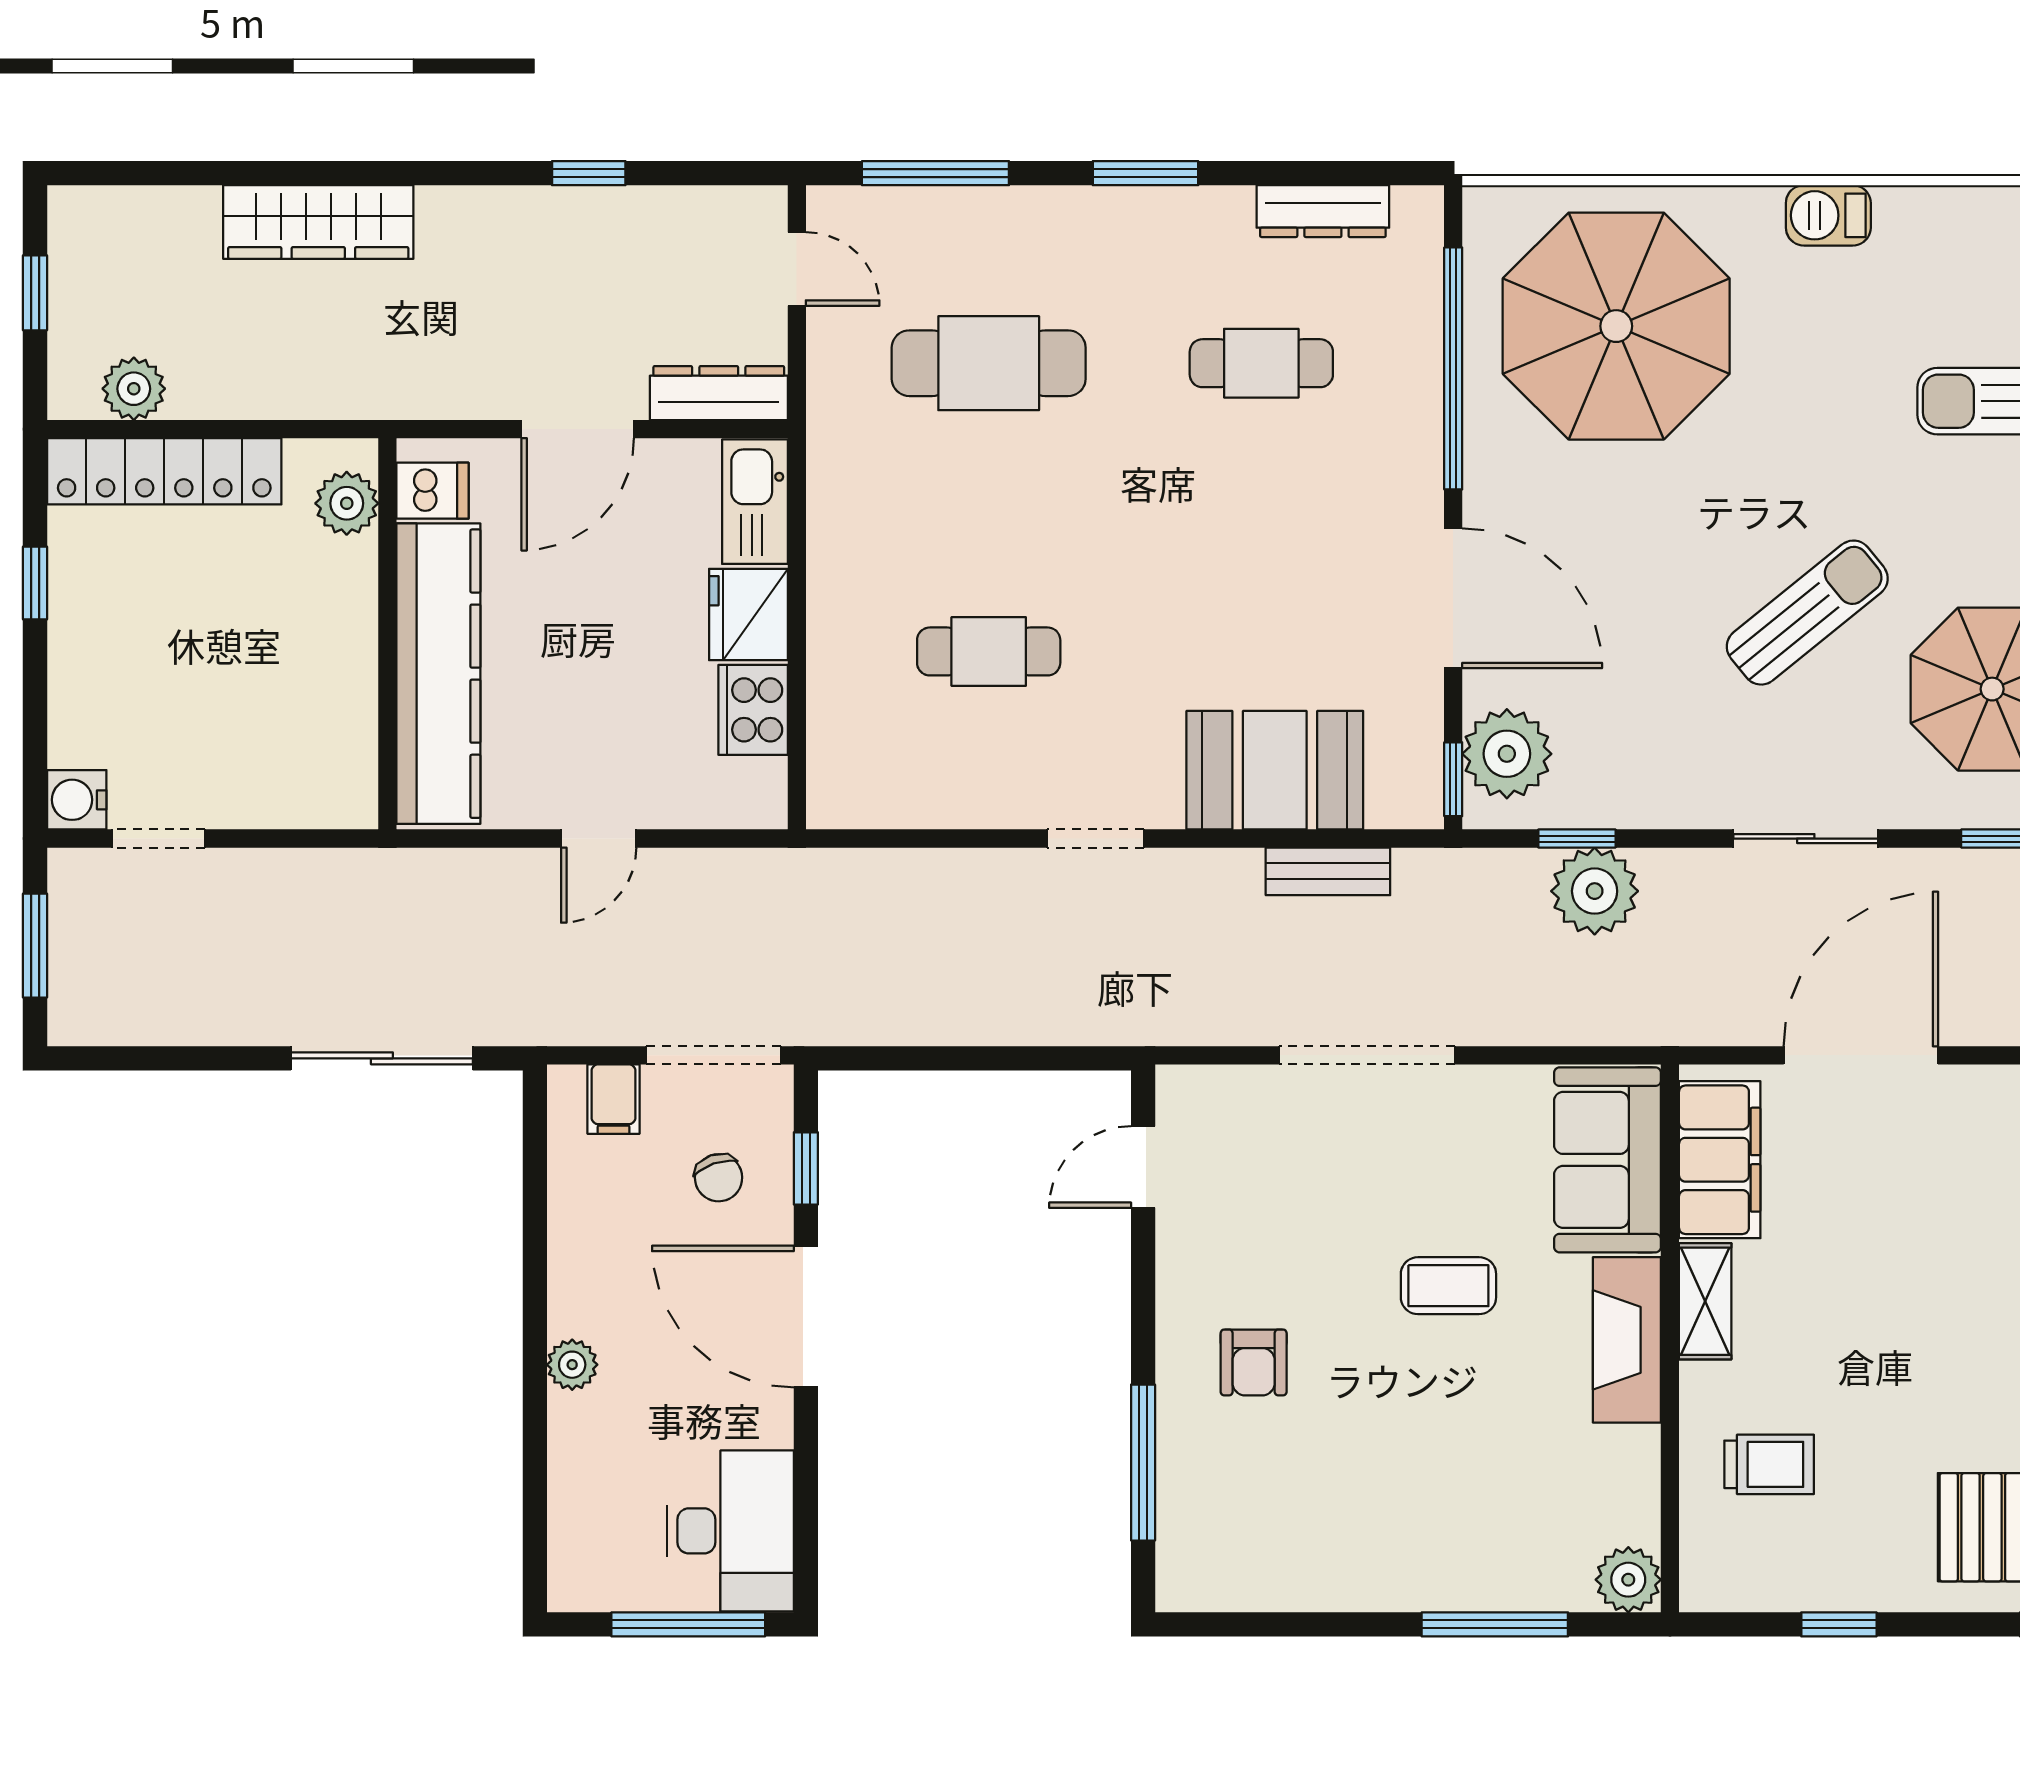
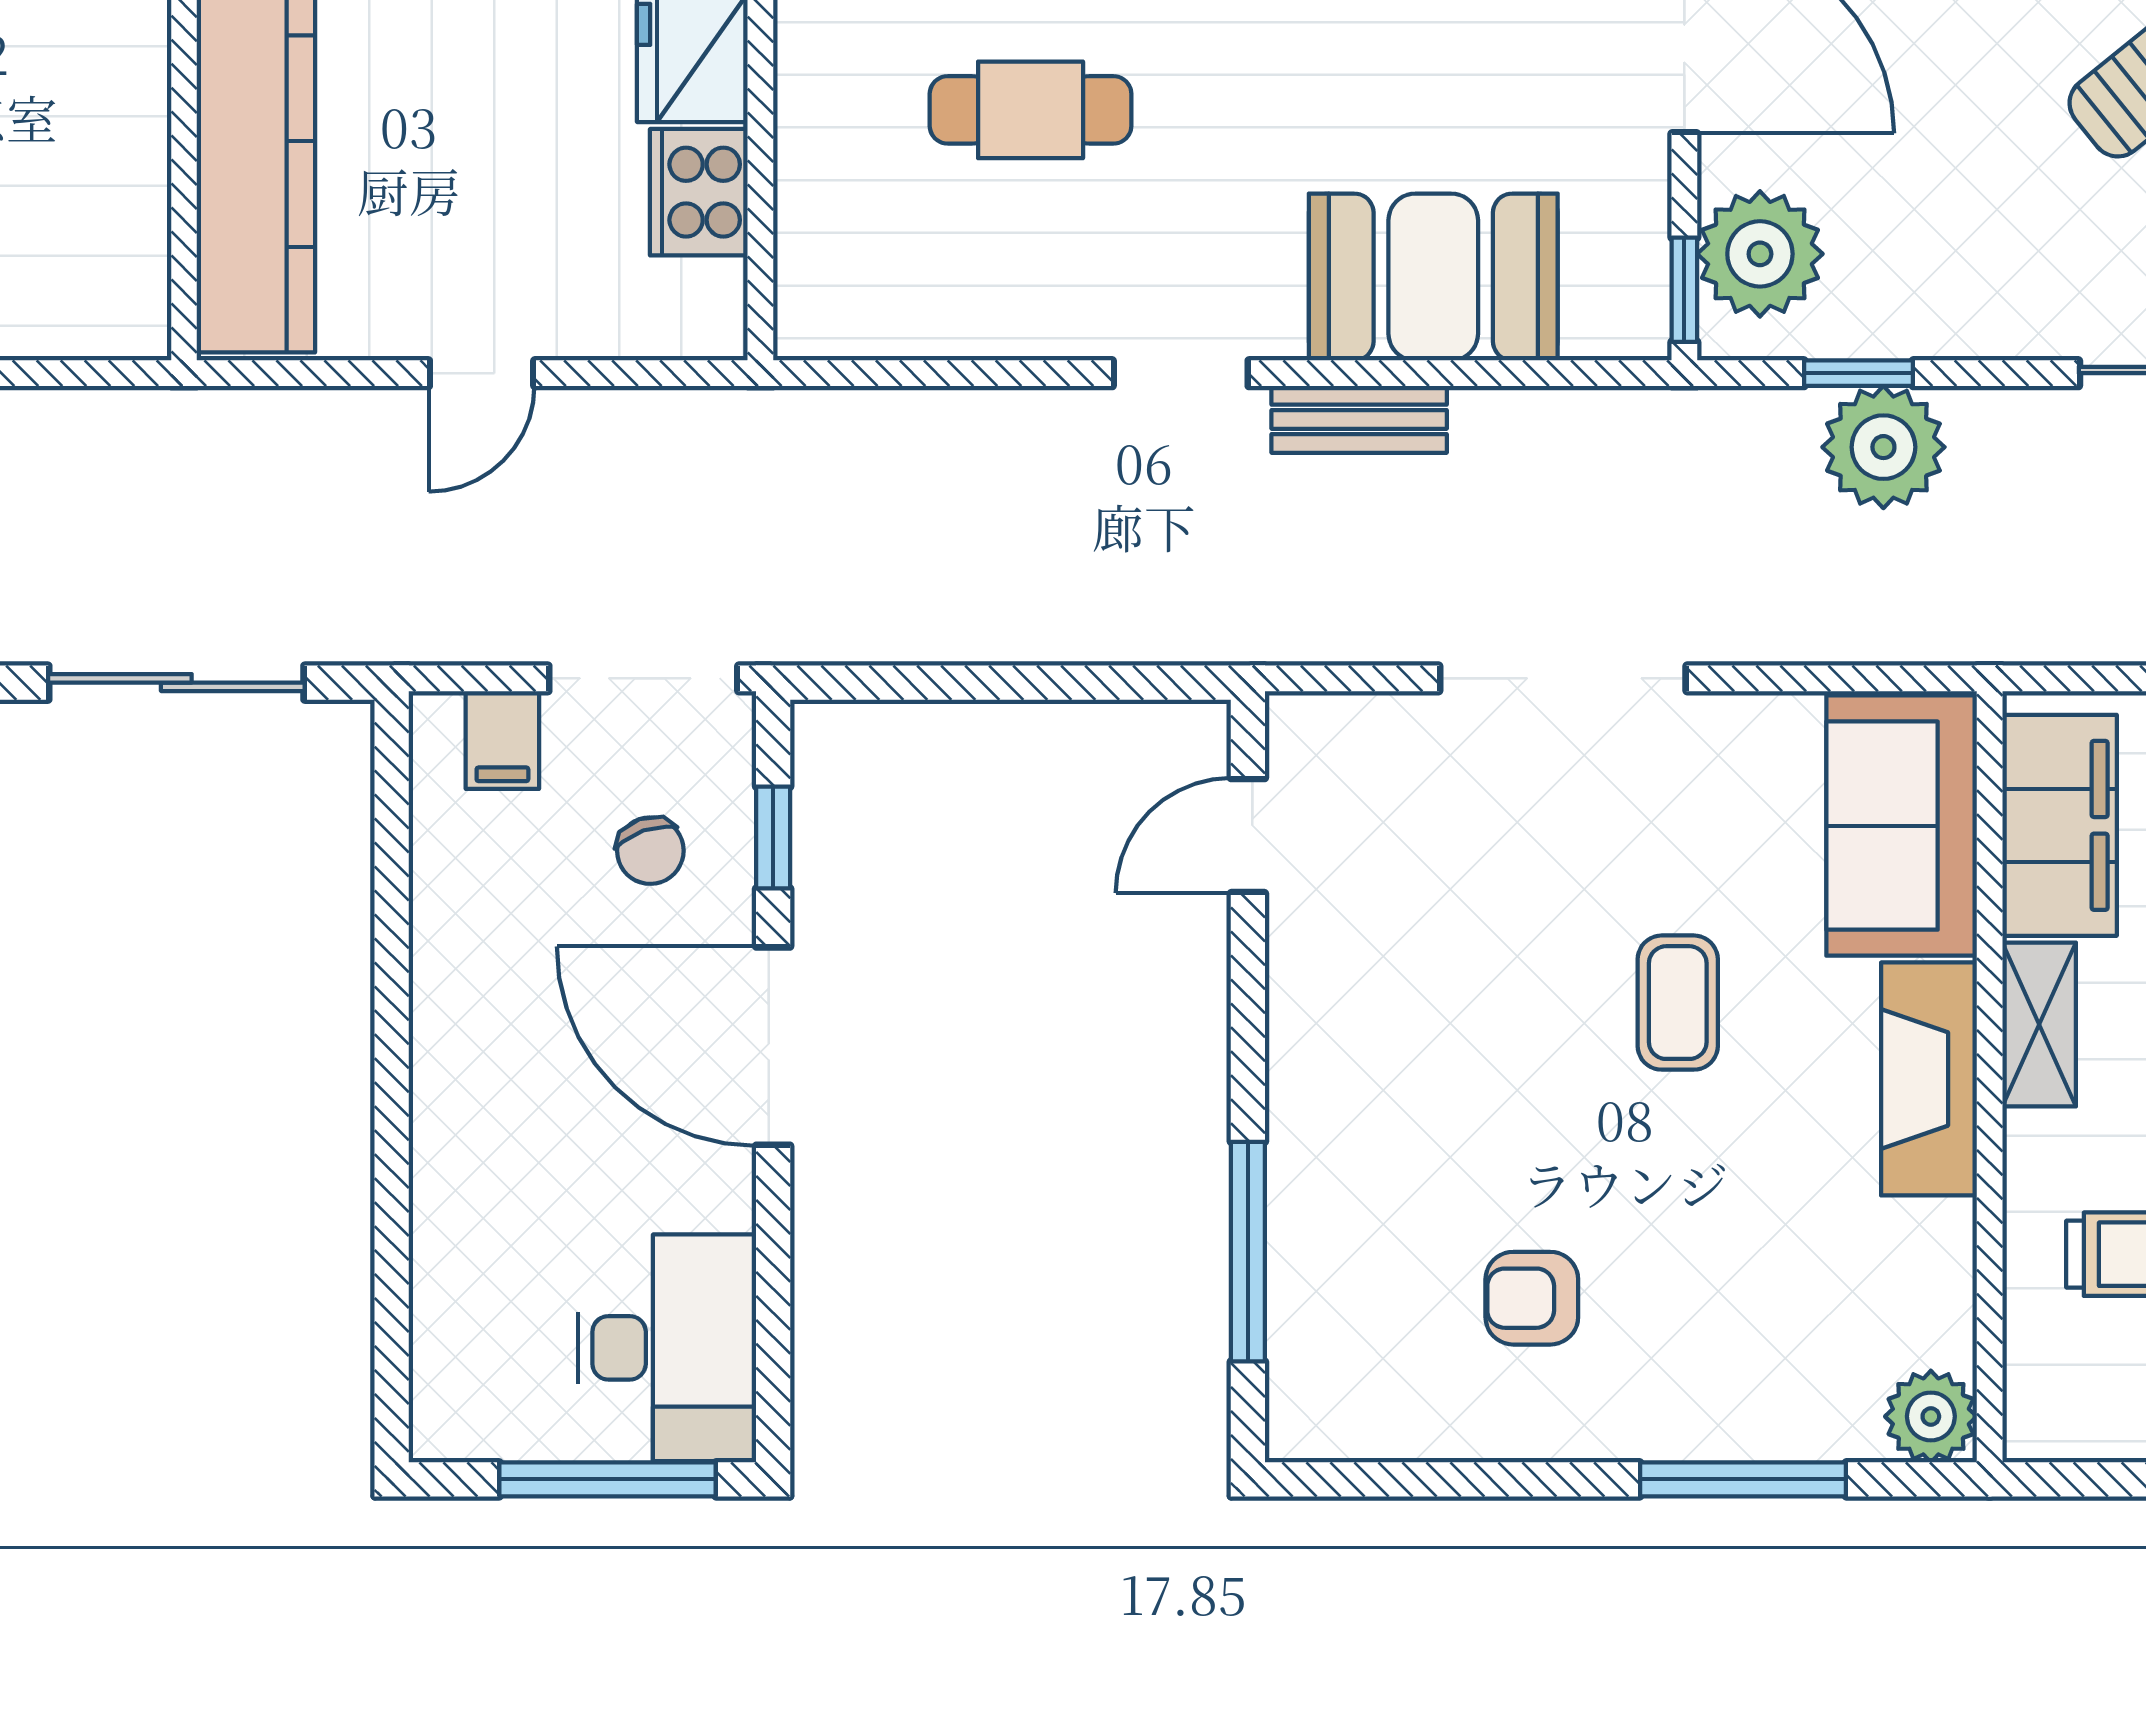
bench: (1328, 871) -> (1359, 419), moved
coffee table: (1448, 1286) -> (1678, 1003), turned 90
armchair: (1254, 1362) -> (1532, 1298), moved, turned 90
plant: (572, 1365) -> (444, 1114), removed

